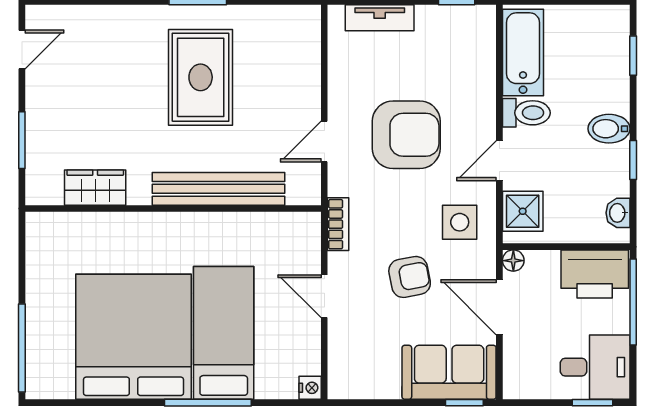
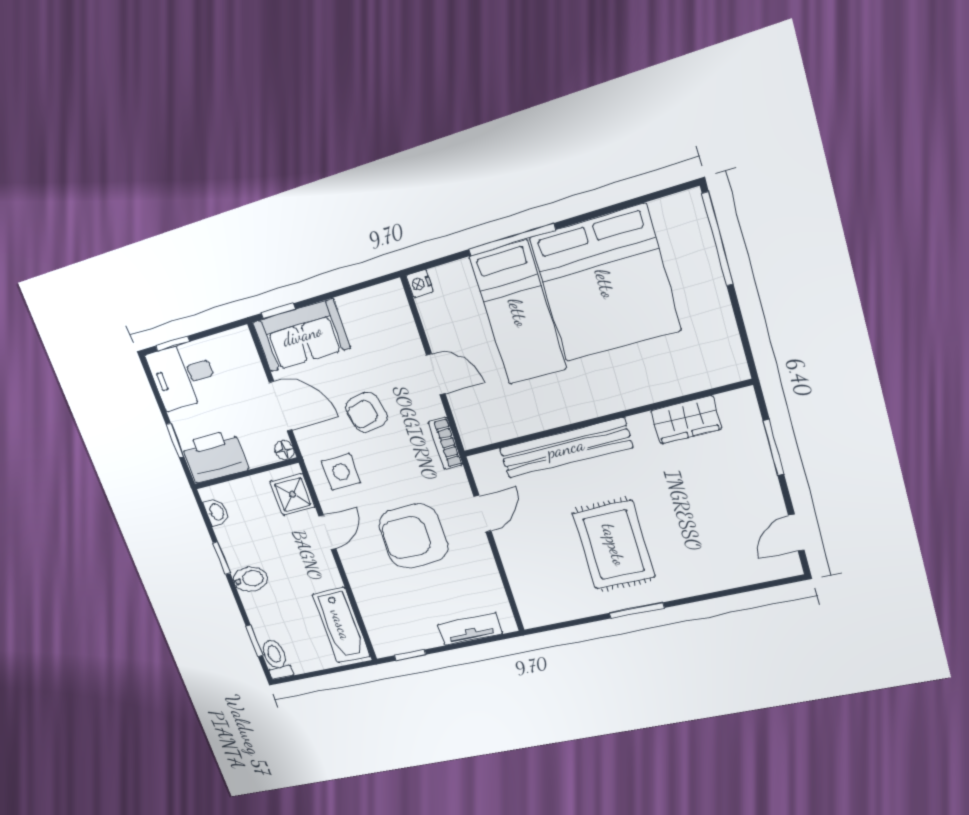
toilet: (526, 113) -> (276, 659), moved, turned 90
window: (633, 302) -> (175, 441), width x0.46

